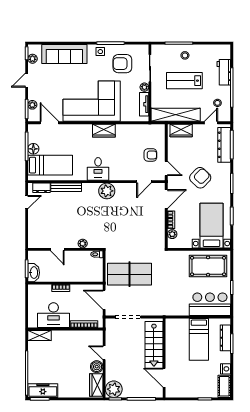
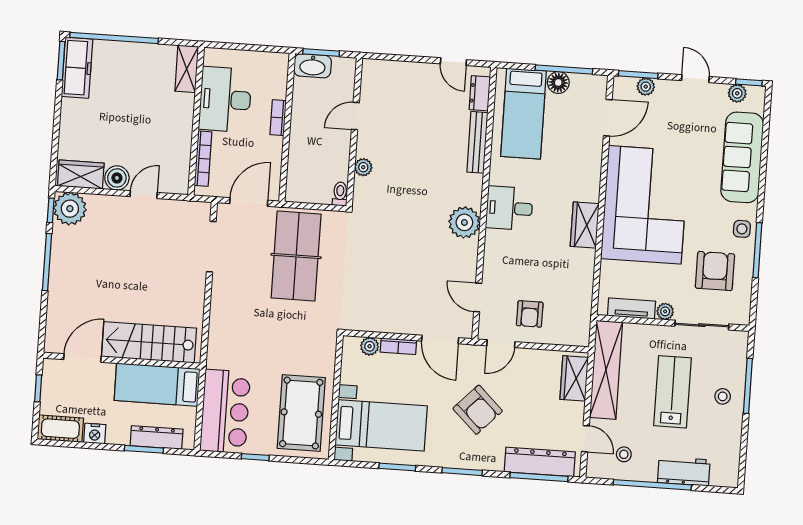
stairs: (154, 345) -> (149, 342), moved
wall: (164, 358) -> (122, 361), moved
door: (164, 378) -> (82, 358), moved

